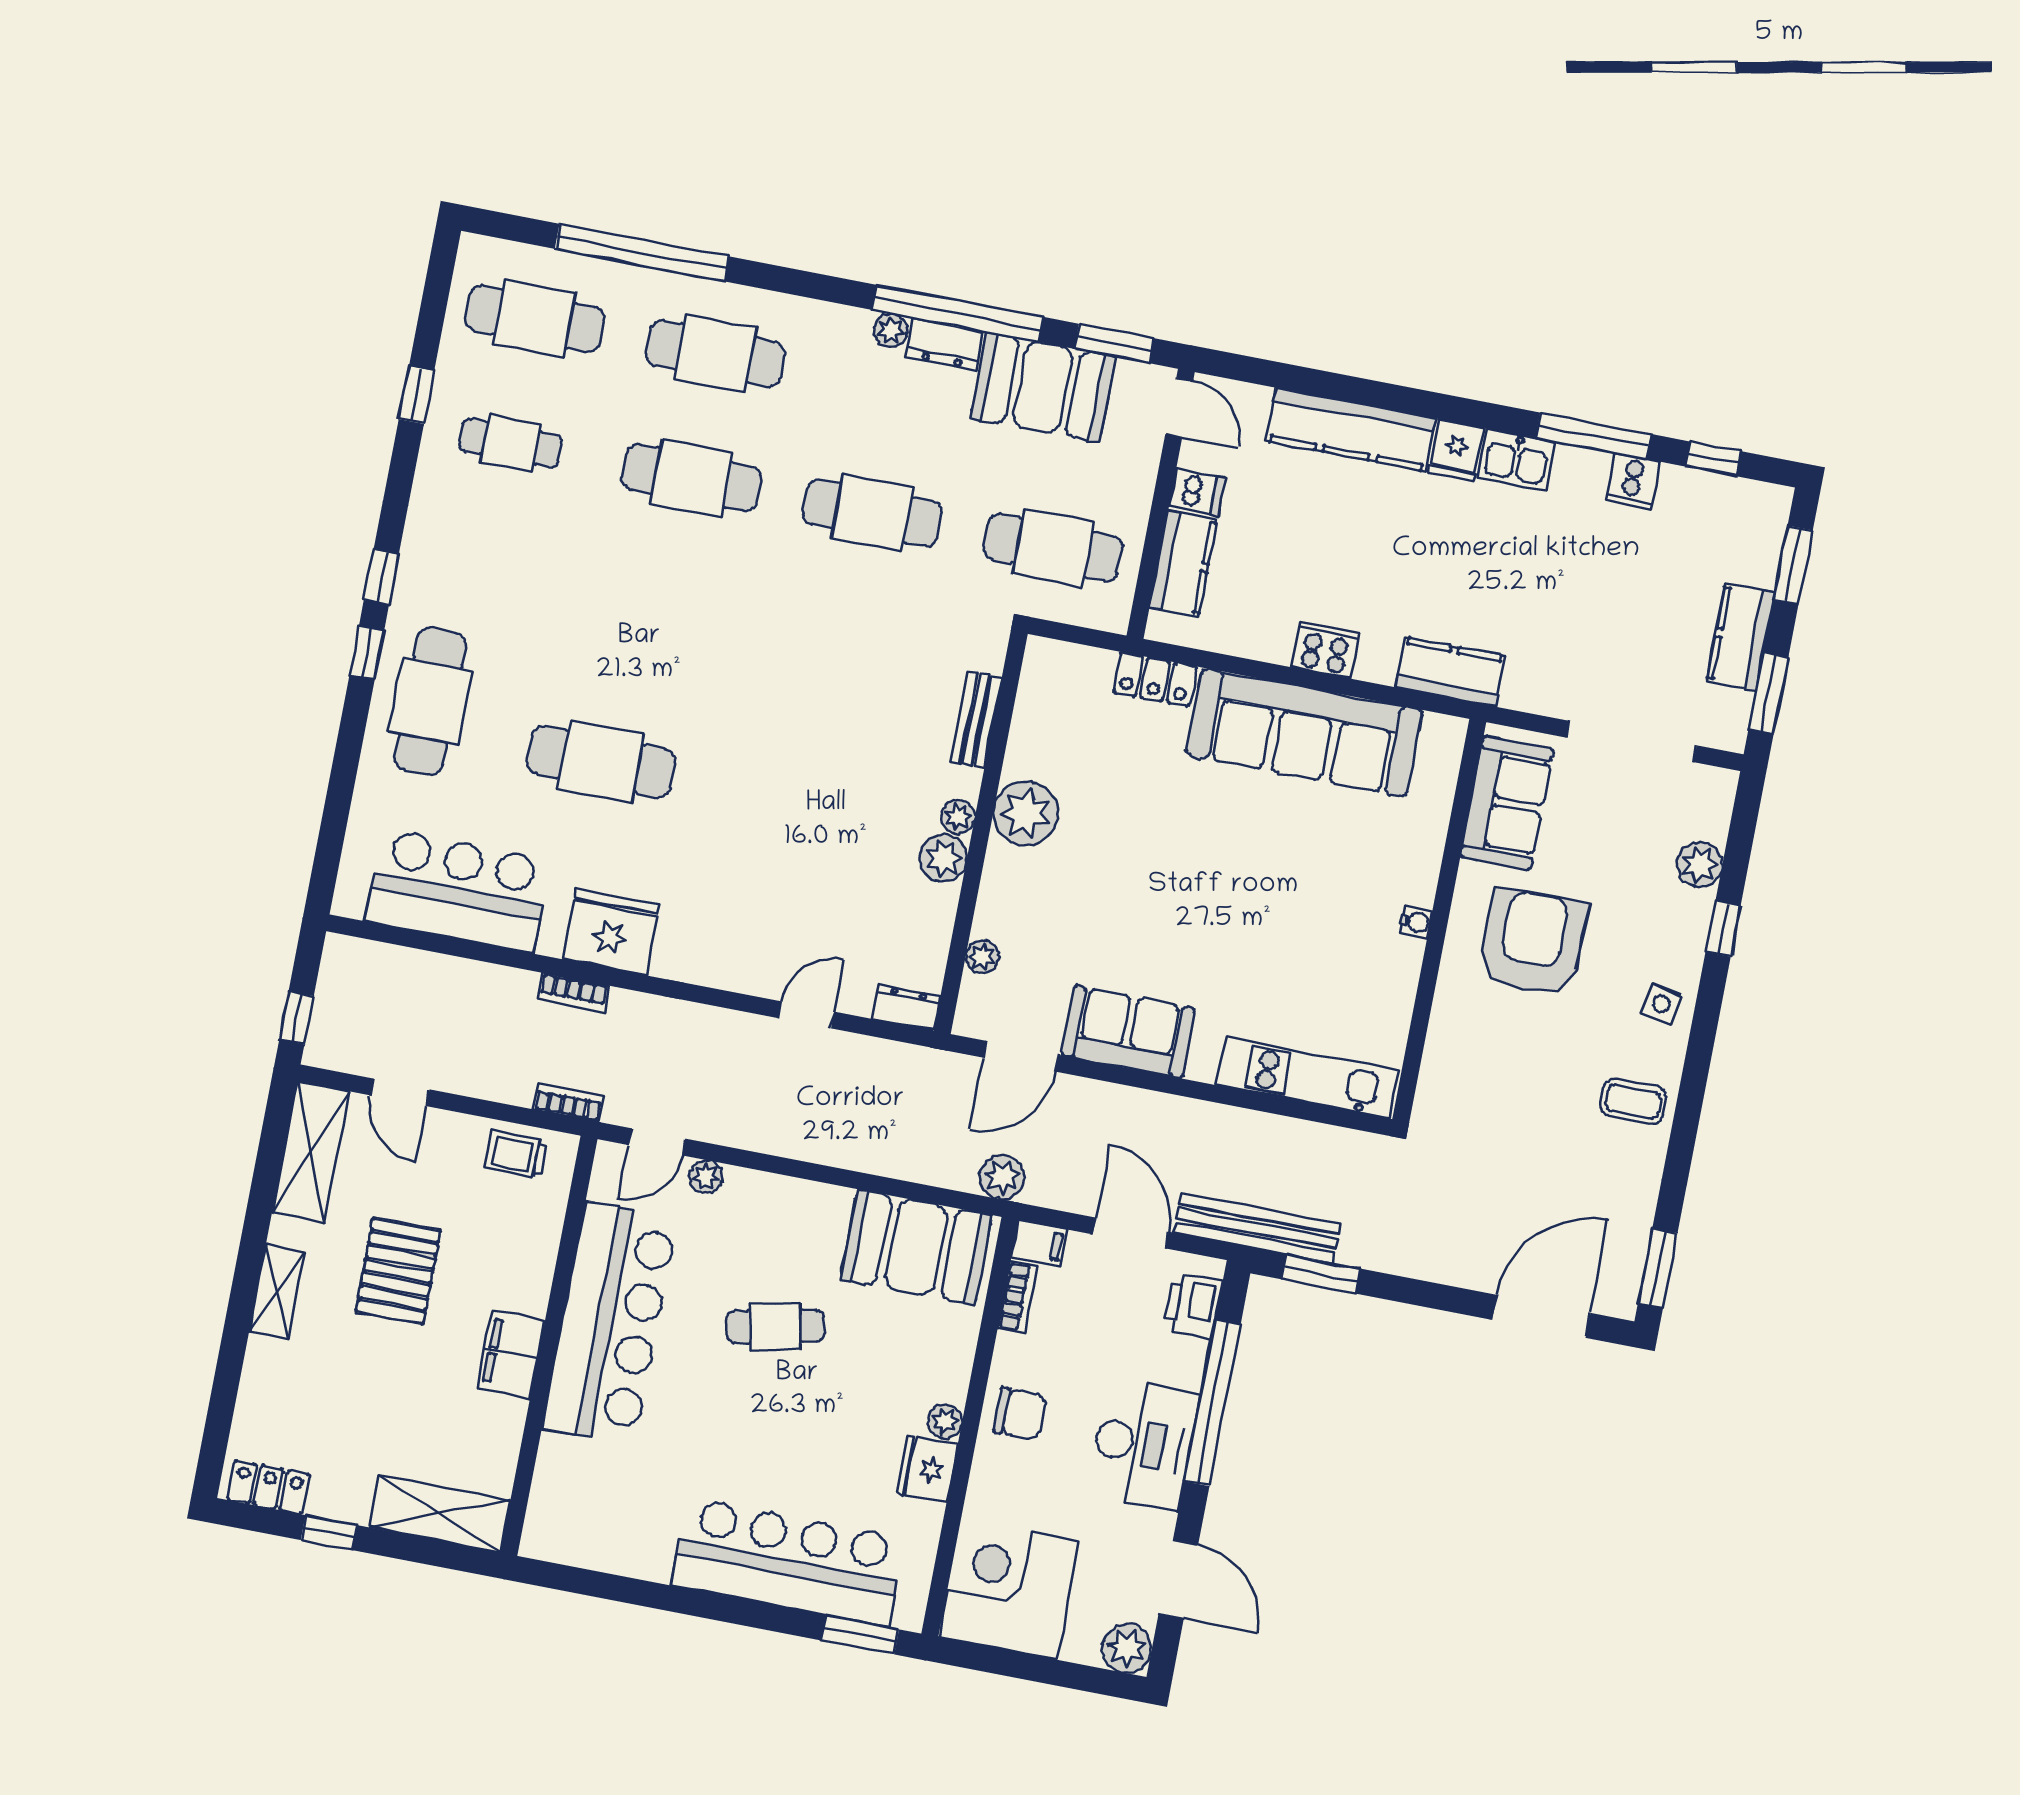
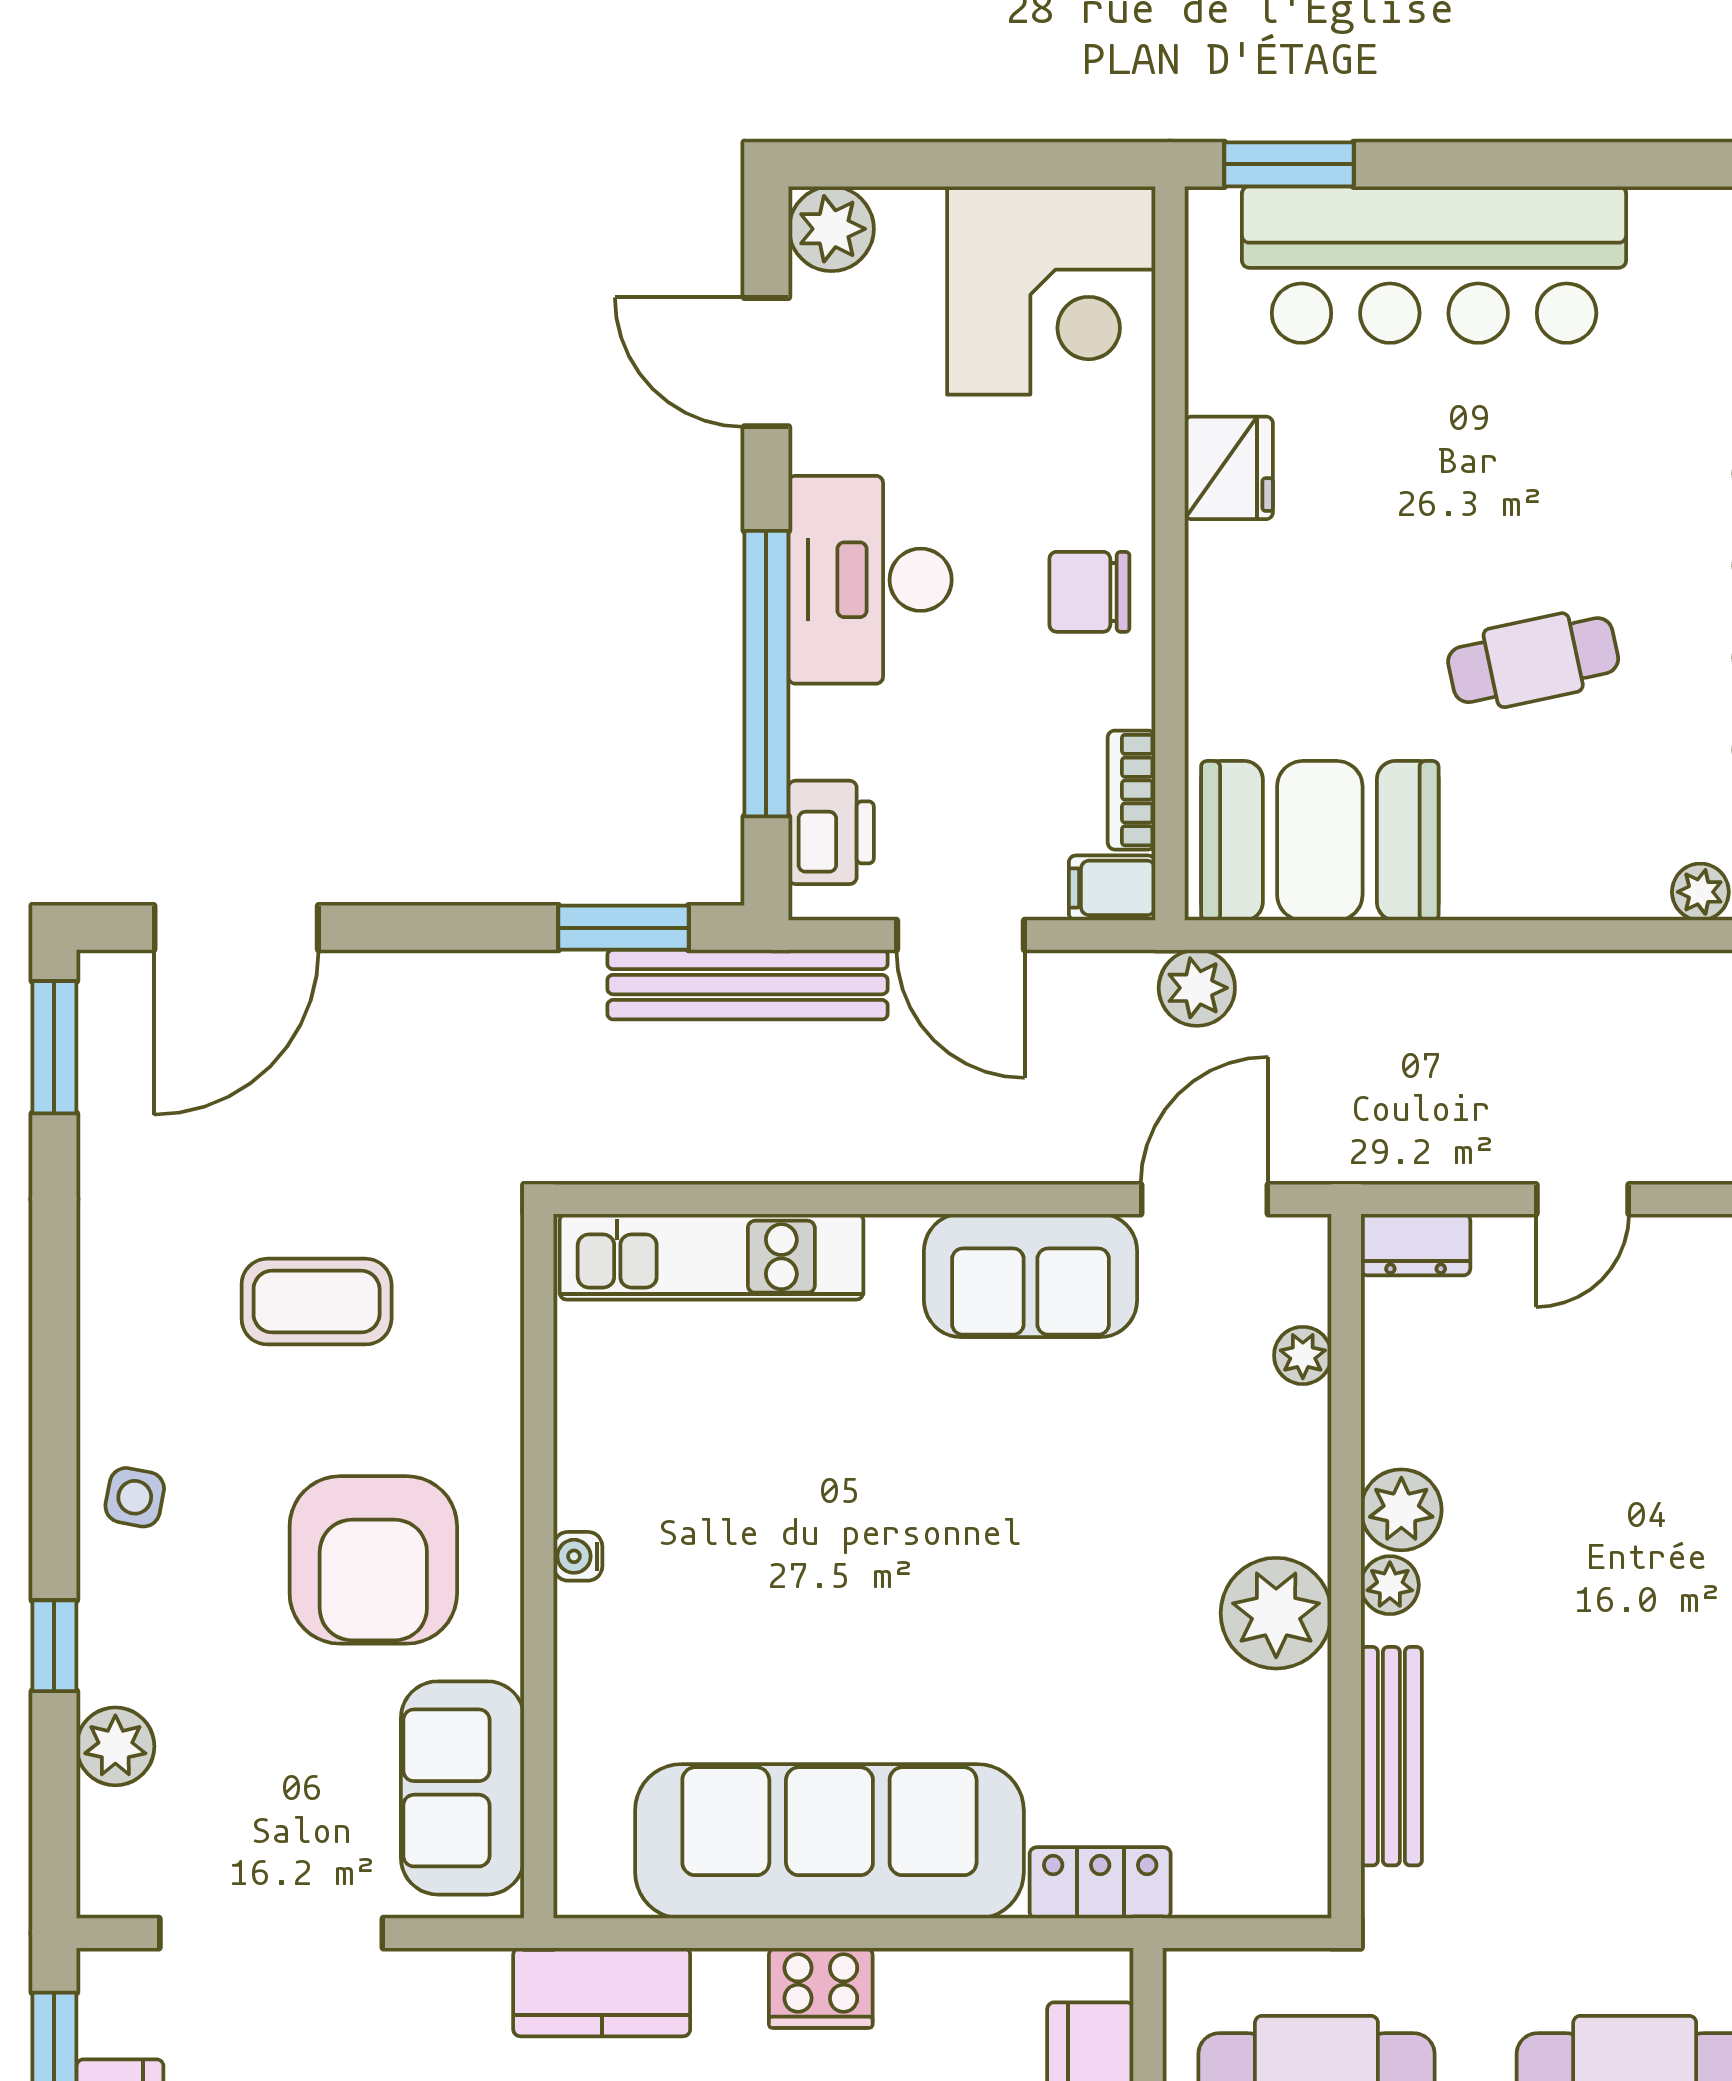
bench: (976, 719) -> (1391, 1756), width x1.36
coffee table: (1633, 1101) -> (317, 1302), moved, width x1.36, depth x1.30
plant: (945, 1422) -> (1214, 554), removed

